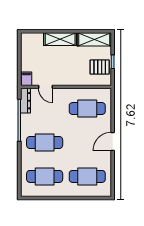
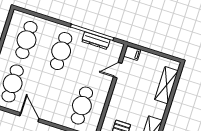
shelving: (60, 39) -> (166, 85), moved
dresser: (25, 101) -> (96, 41), moved
door: (113, 141) -> (29, 117), moved

